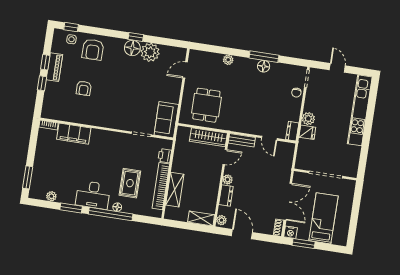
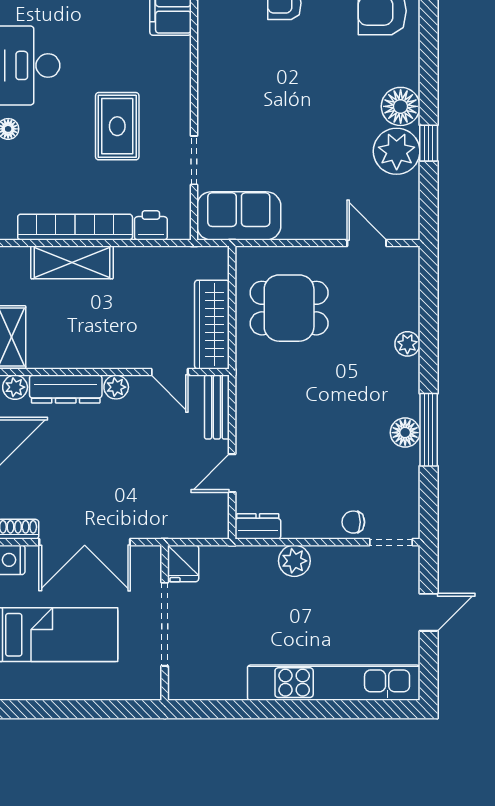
window: (136, 37) -> (429, 143), moved
fridge: (307, 132) -> (183, 563), moved
rug: (130, 183) -> (117, 126), moved, turned 90
dresser: (226, 195) -> (66, 389), width x1.44

